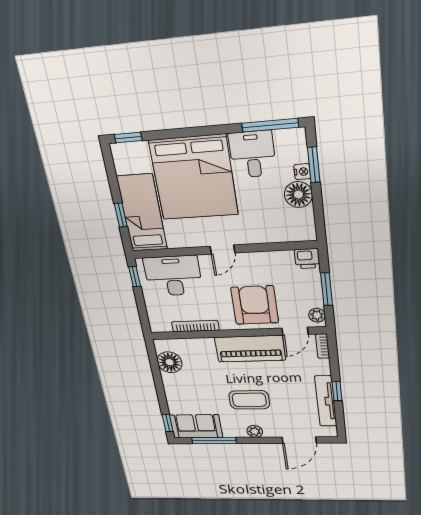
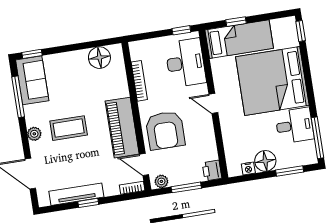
nightstand: (302, 172) -> (248, 168), moved
armchair: (255, 305) -> (165, 130), turned 90
coffee table: (249, 400) -> (69, 128), turned 90

